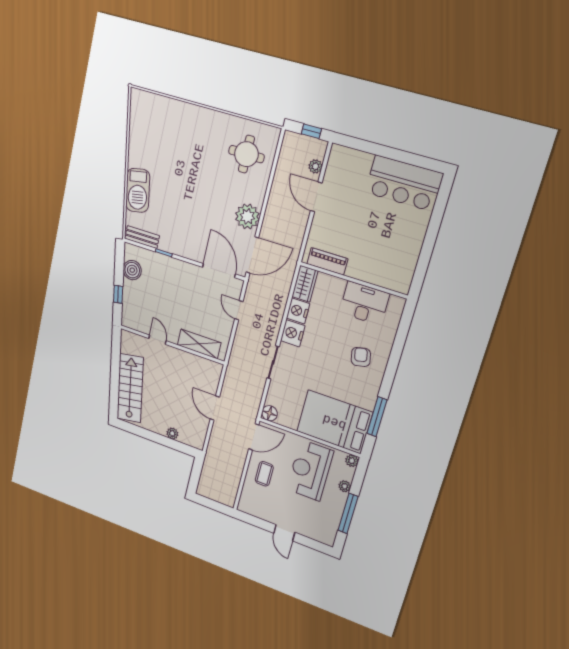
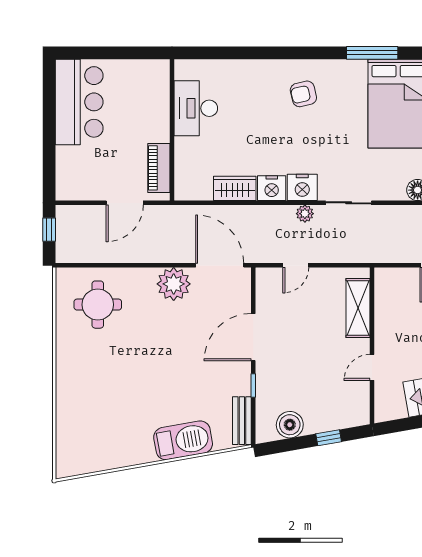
plant: (315, 166) -> (305, 214), moved
piano: (327, 261) -> (159, 168), moved
door: (219, 271) -> (253, 337), moved
wall: (353, 280) -> (172, 130), moved
desk: (364, 303) -> (196, 108), moved

